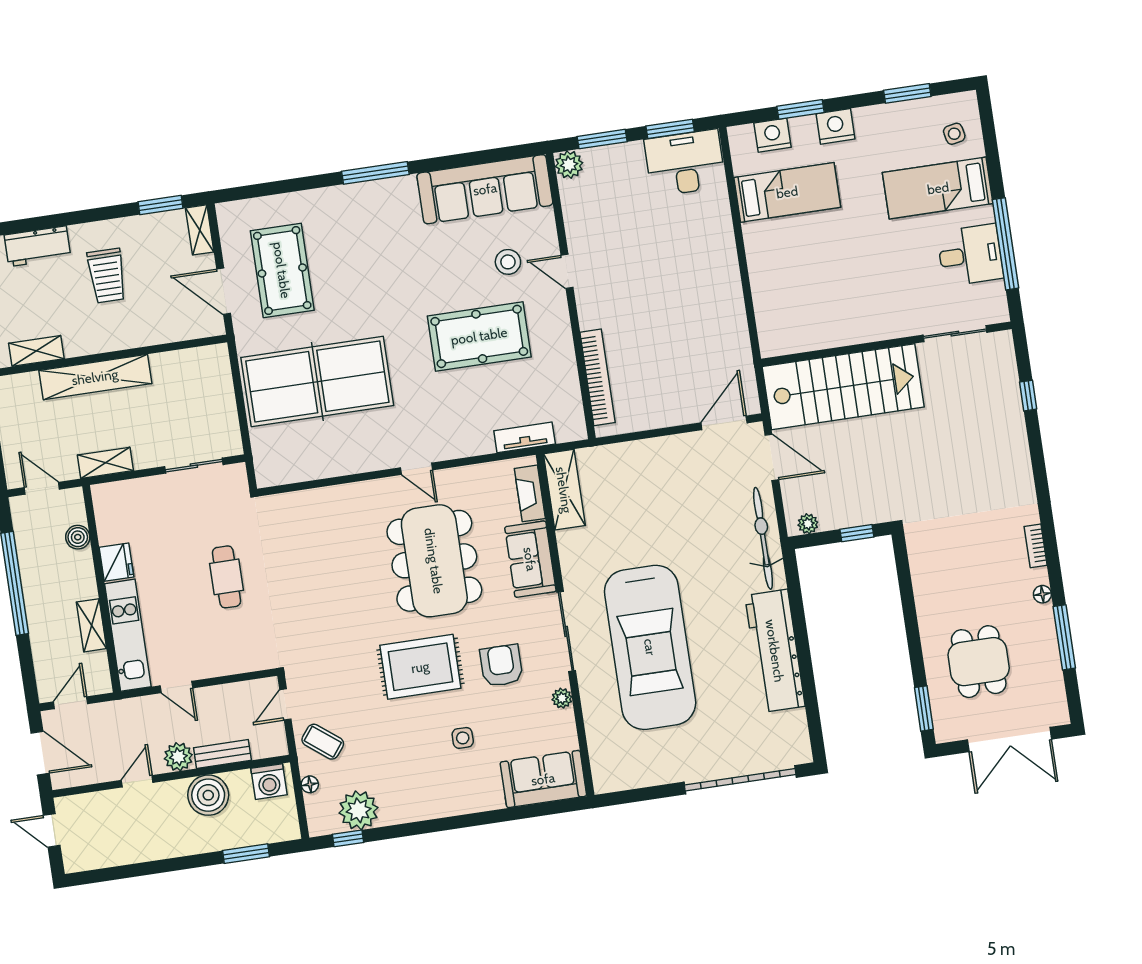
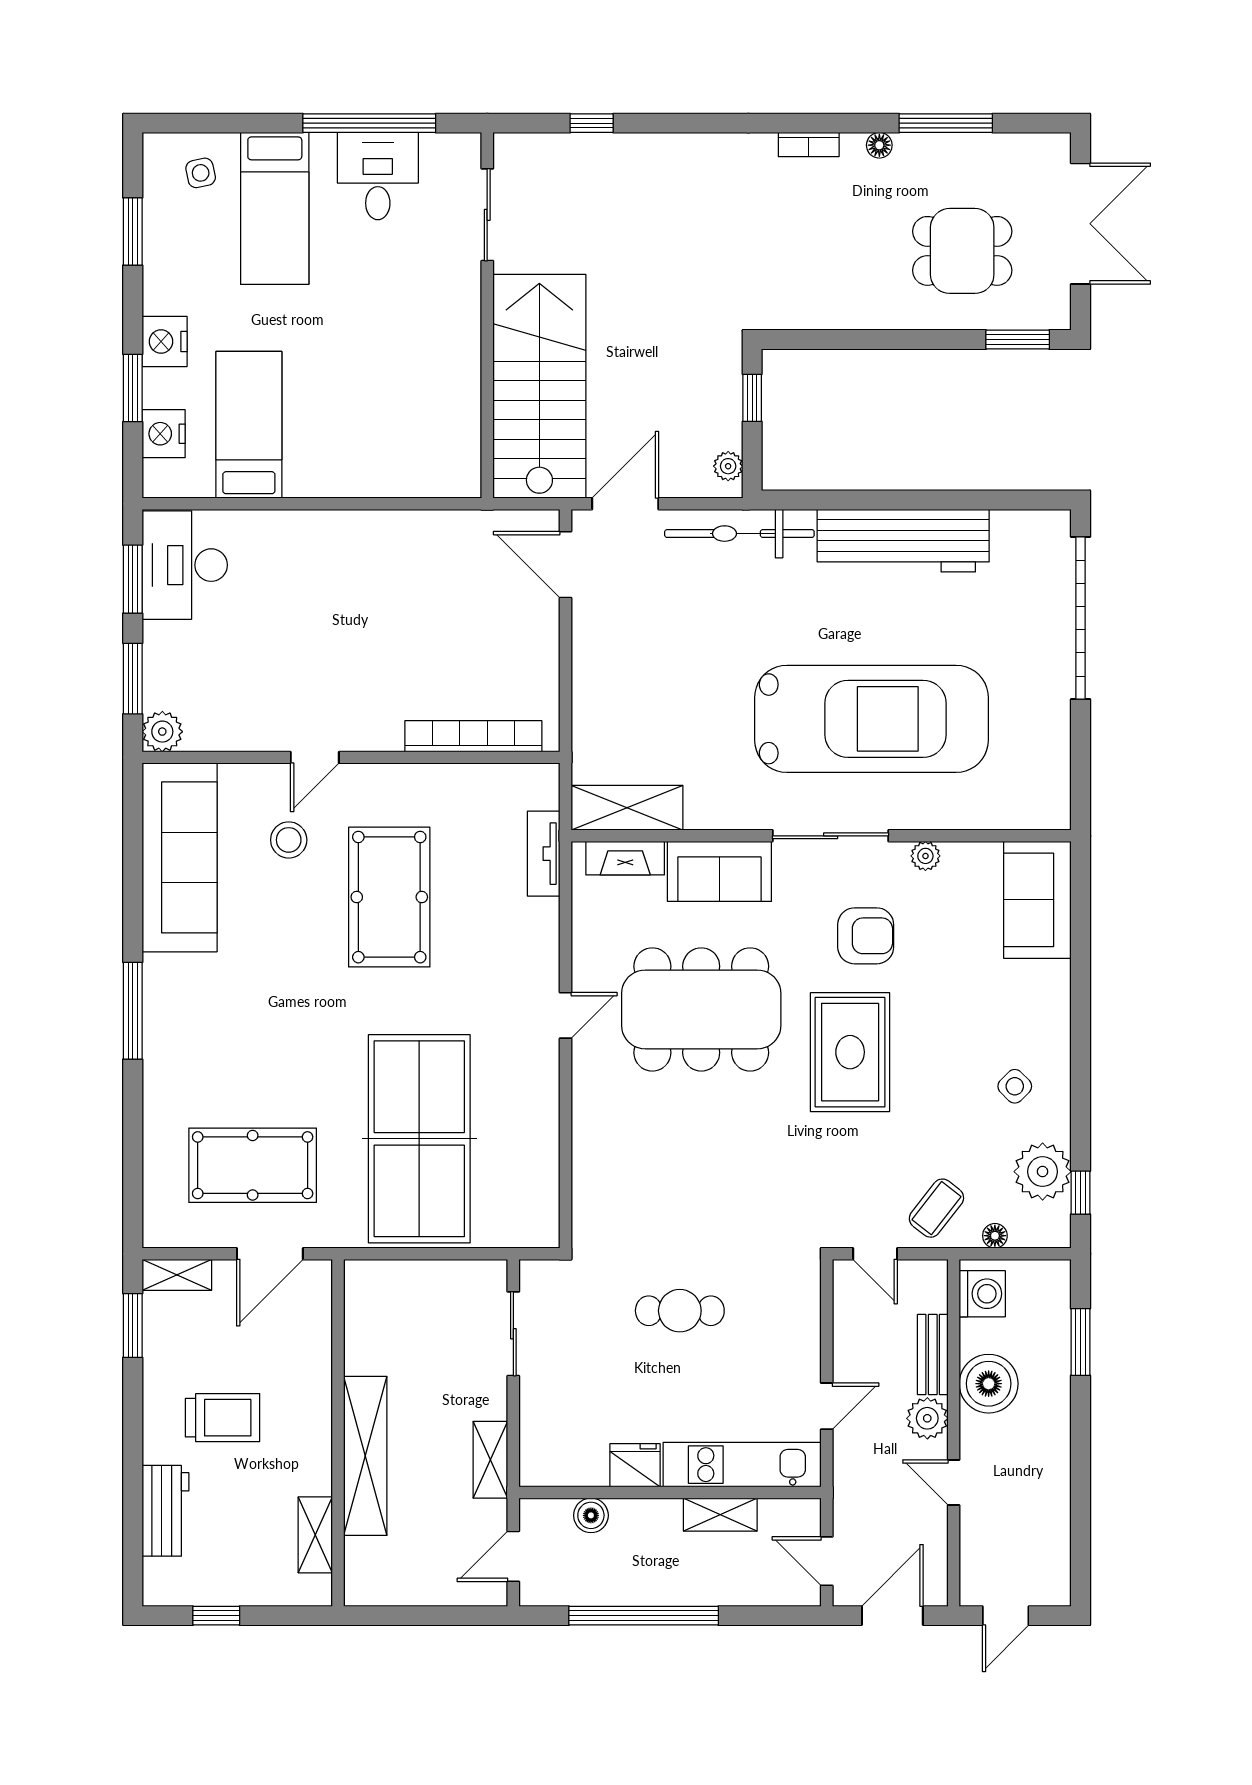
armchair: (501, 666) -> (866, 936), turned 180
side table: (463, 738) -> (1015, 1086), moved, turned 45

